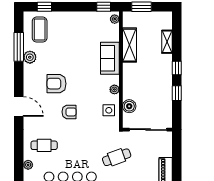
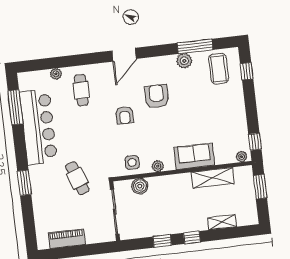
coffee table: (40, 30) -> (219, 69), turned 90

